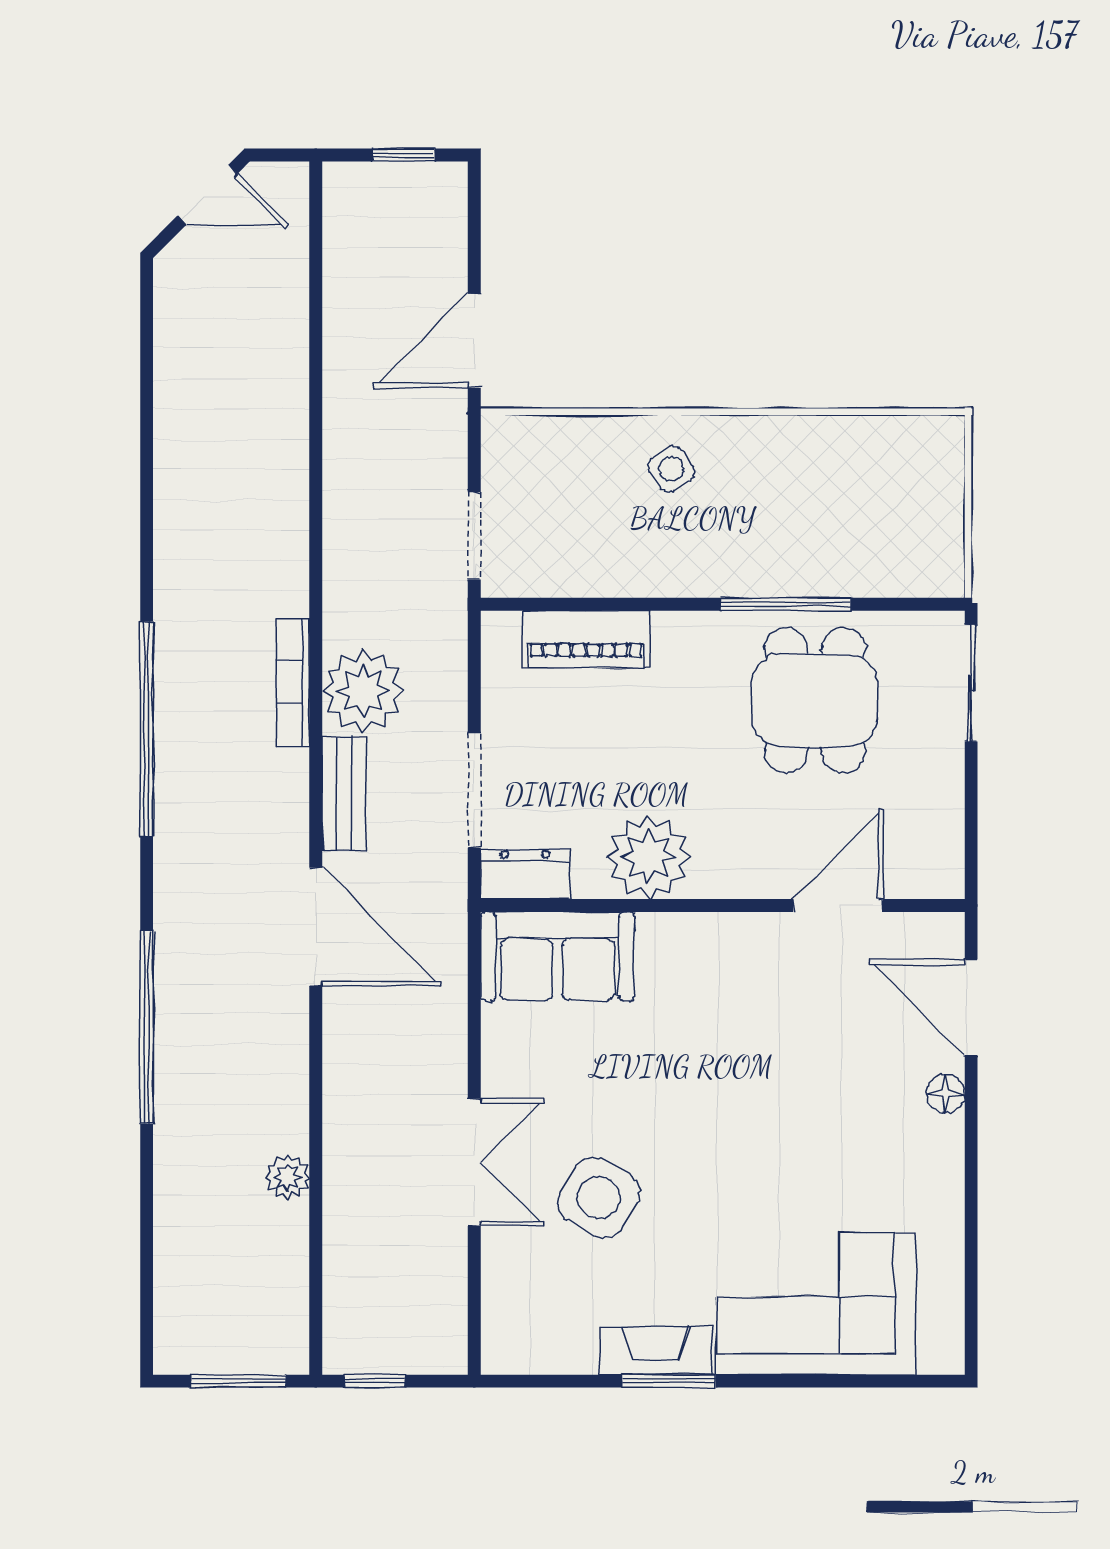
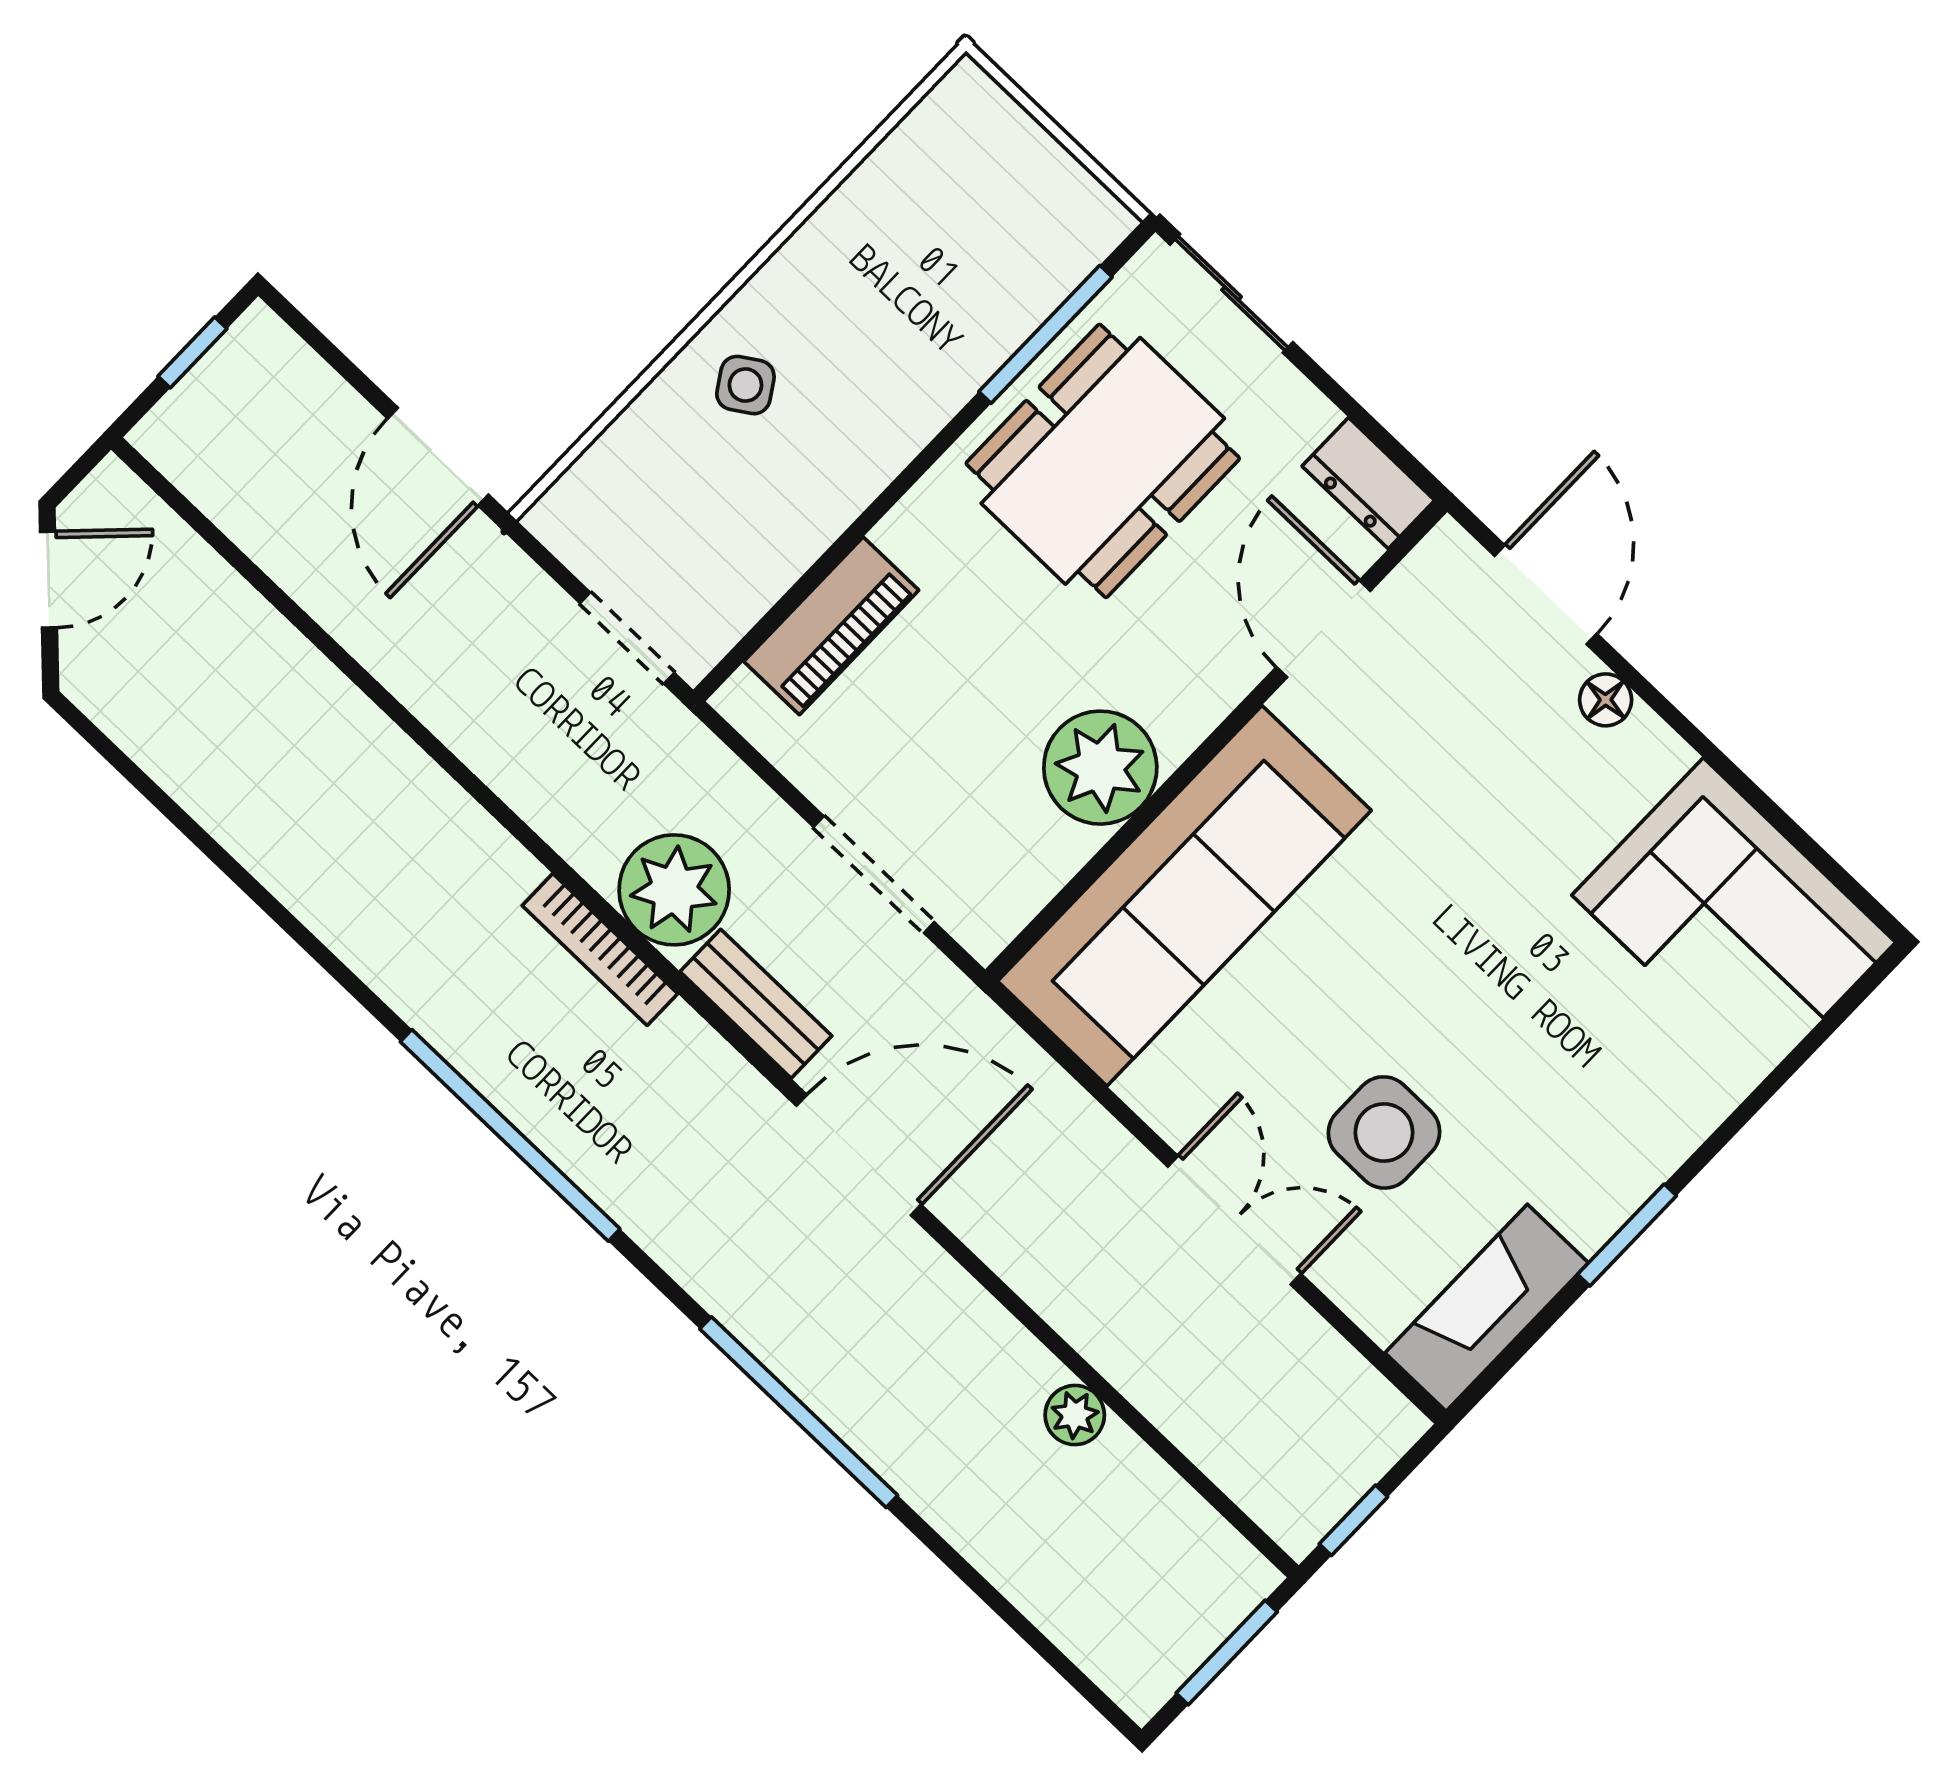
window: (786, 604) -> (1046, 334), moved
dining table: (815, 700) -> (1103, 461), width x1.38
dresser: (525, 874) -> (1368, 483), moved, turned -90
sofa: (558, 956) -> (1184, 896), width x1.85, depth x1.27
door: (971, 1007) -> (1546, 595), swing flipped
side table: (599, 1198) -> (1384, 1132), turned -30
corner sofa: (816, 1304) -> (1734, 919), moved, turned -90
fireplace: (656, 1351) -> (1487, 1308), moved, width x1.37, depth x1.32

